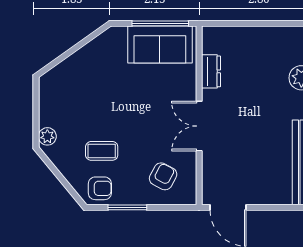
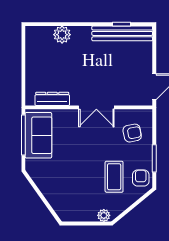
dresser: (211, 71) -> (52, 99), width x1.44
coffee table: (102, 151) -> (114, 177), width x1.36, depth x1.30
armchair: (163, 176) -> (132, 133), turned 141

